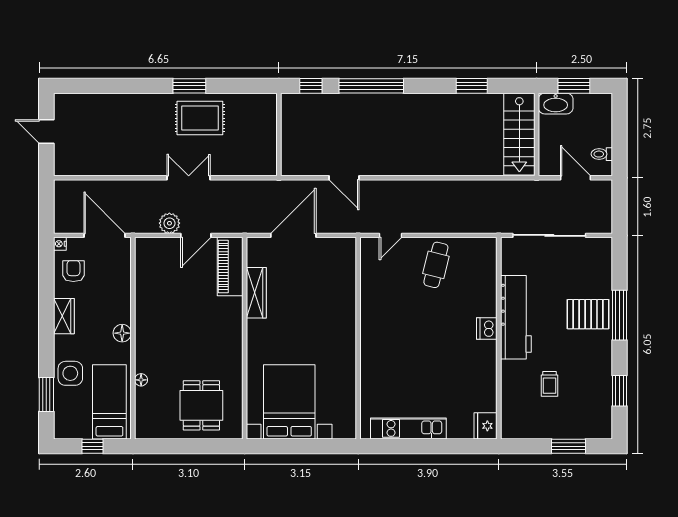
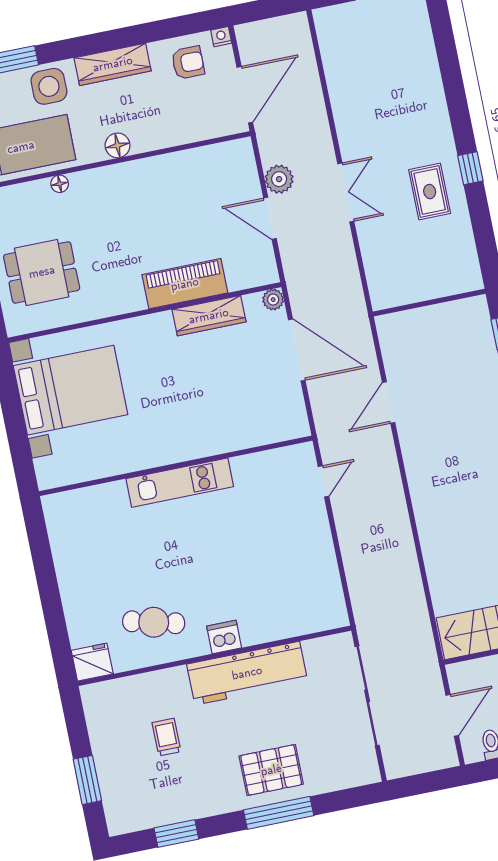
window: (189, 86) -> (470, 168), width x0.67
rug: (200, 118) -> (430, 192), width x0.73, depth x0.70
door: (391, 235) -> (323, 481), swing flipped
plant: (254, 245) -> (273, 300), added
cafe table: (436, 265) -> (154, 622), moved
piano: (230, 266) -> (185, 284), moved
pallet: (588, 314) -> (271, 770), turned 90
wardrobe: (64, 316) -> (113, 64), width x1.50
trolley: (550, 384) -> (166, 737), turned 90
kitchen unit: (408, 428) -> (180, 483), moved, turned 90

